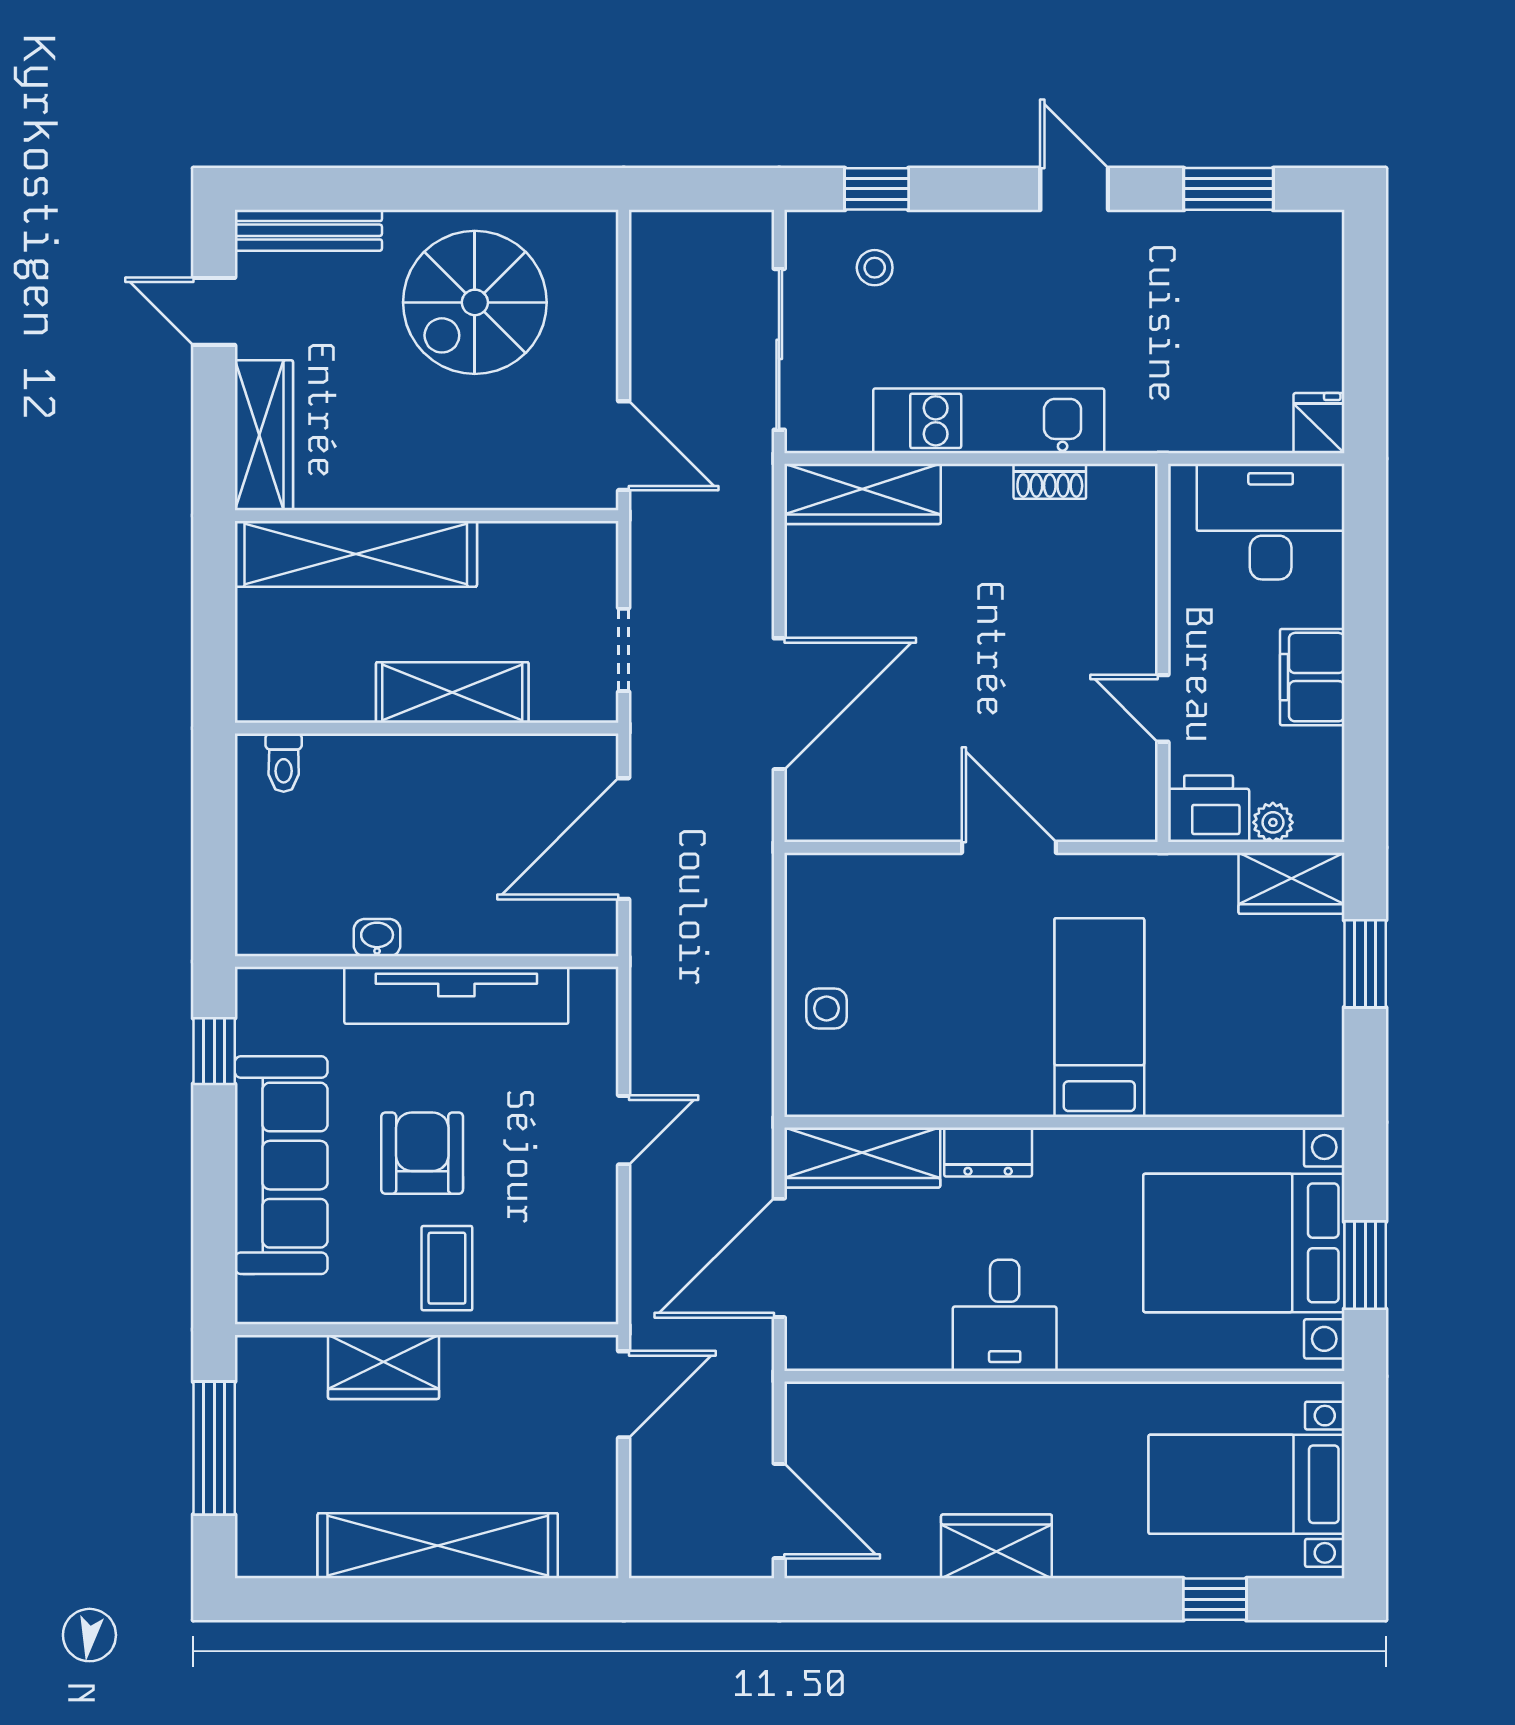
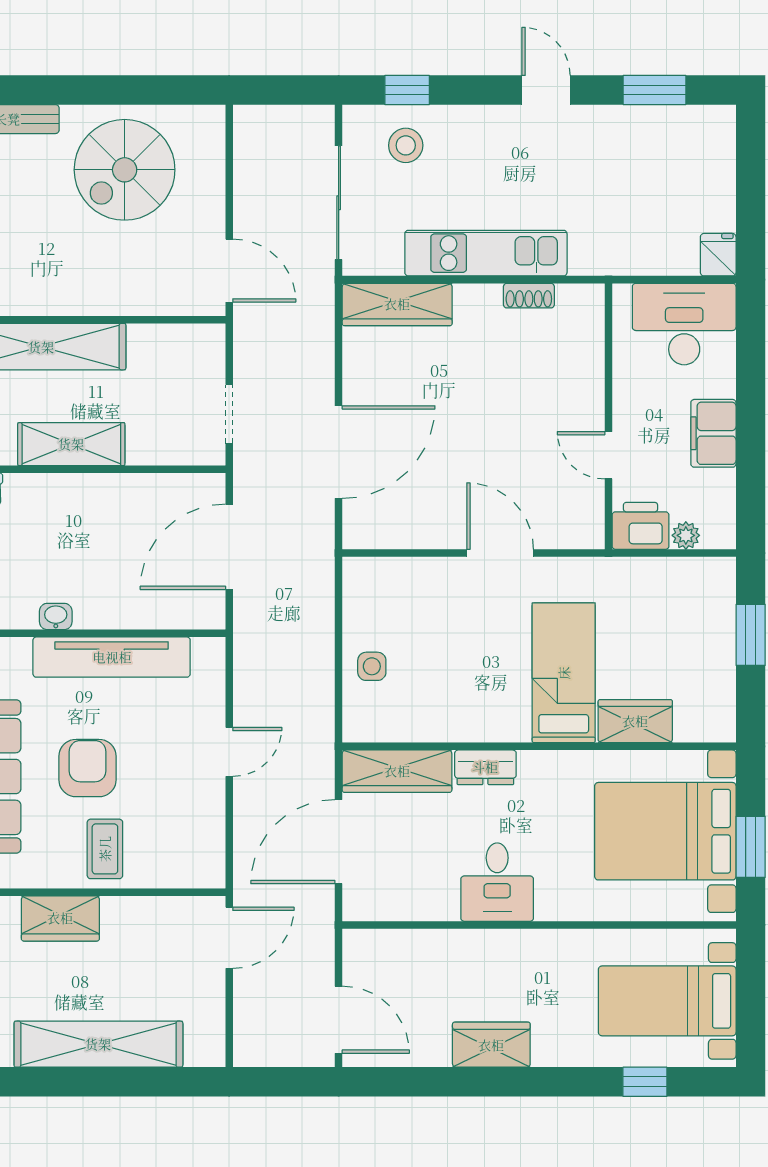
stool: (875, 268) -> (406, 145), width x1.37, depth x1.37
shelving: (452, 693) -> (71, 444), moved
wardrobe: (1291, 883) -> (635, 721), moved, turned 180

